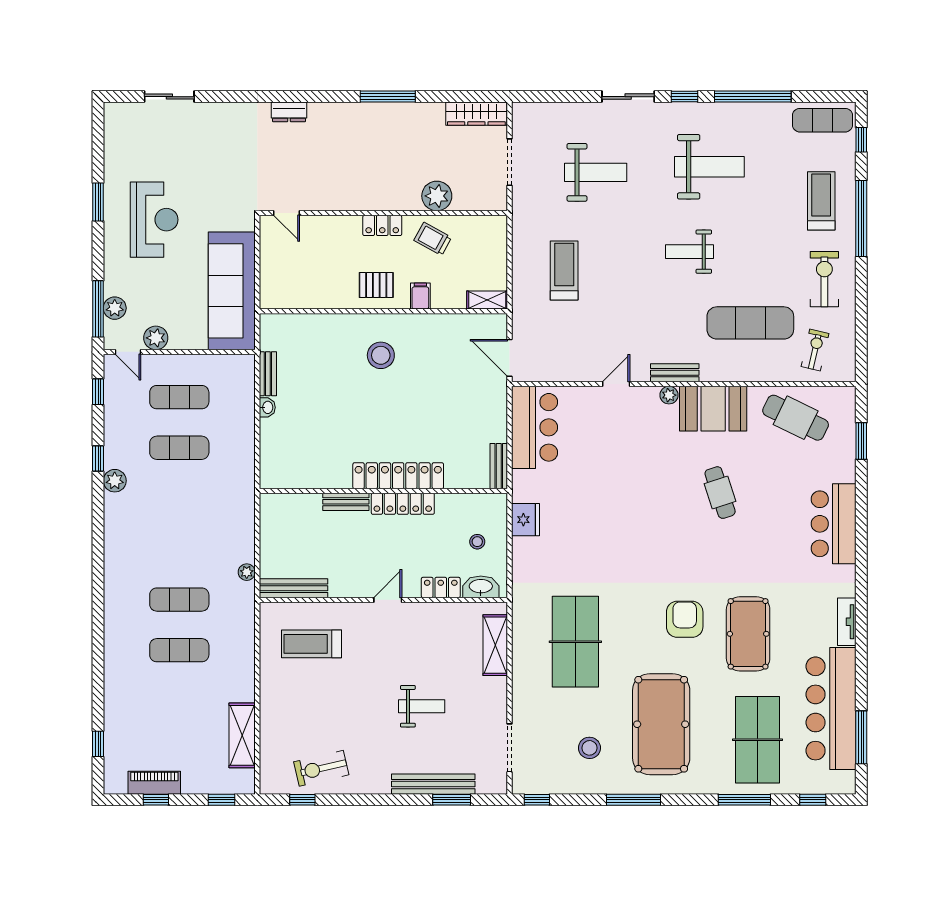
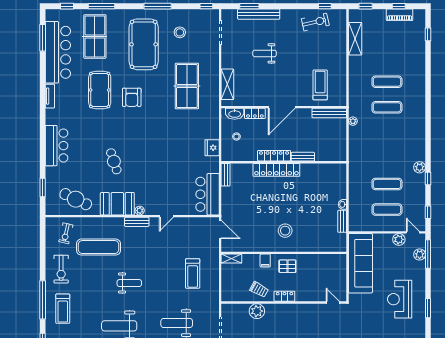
door: (388, 600) -> (282, 107), width x1.88
treadmill: (312, 644) -> (320, 85), turned -90

